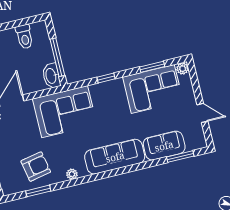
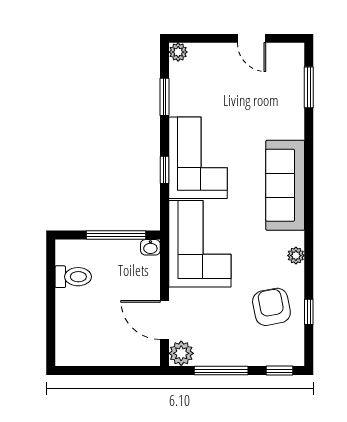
washbasin: (51, 76) -> (150, 247), width x0.52, depth x0.69
corner sofa: (153, 89) -> (198, 158), moved
door: (202, 113) -> (252, 38), swing flipped
sofa: (164, 146) -> (287, 107), removed
window: (38, 191) -> (309, 312), width x0.67

